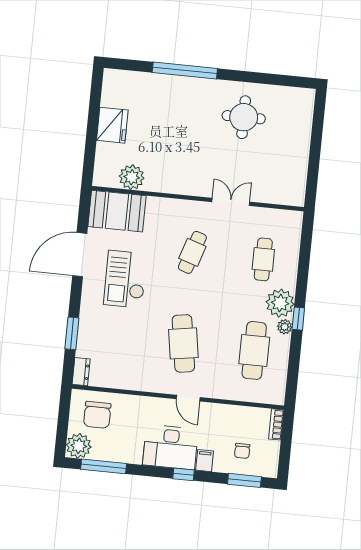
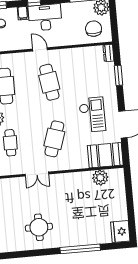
fridge: (112, 125) -> (120, 232), moved
cafe table: (192, 252) -> (54, 139), width x1.37, depth x1.35

